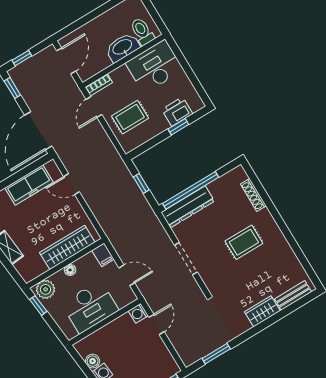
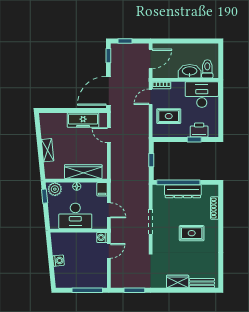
dresser: (188, 207) -> (183, 191), moved
boiler: (93, 361) -> (57, 250), removed

